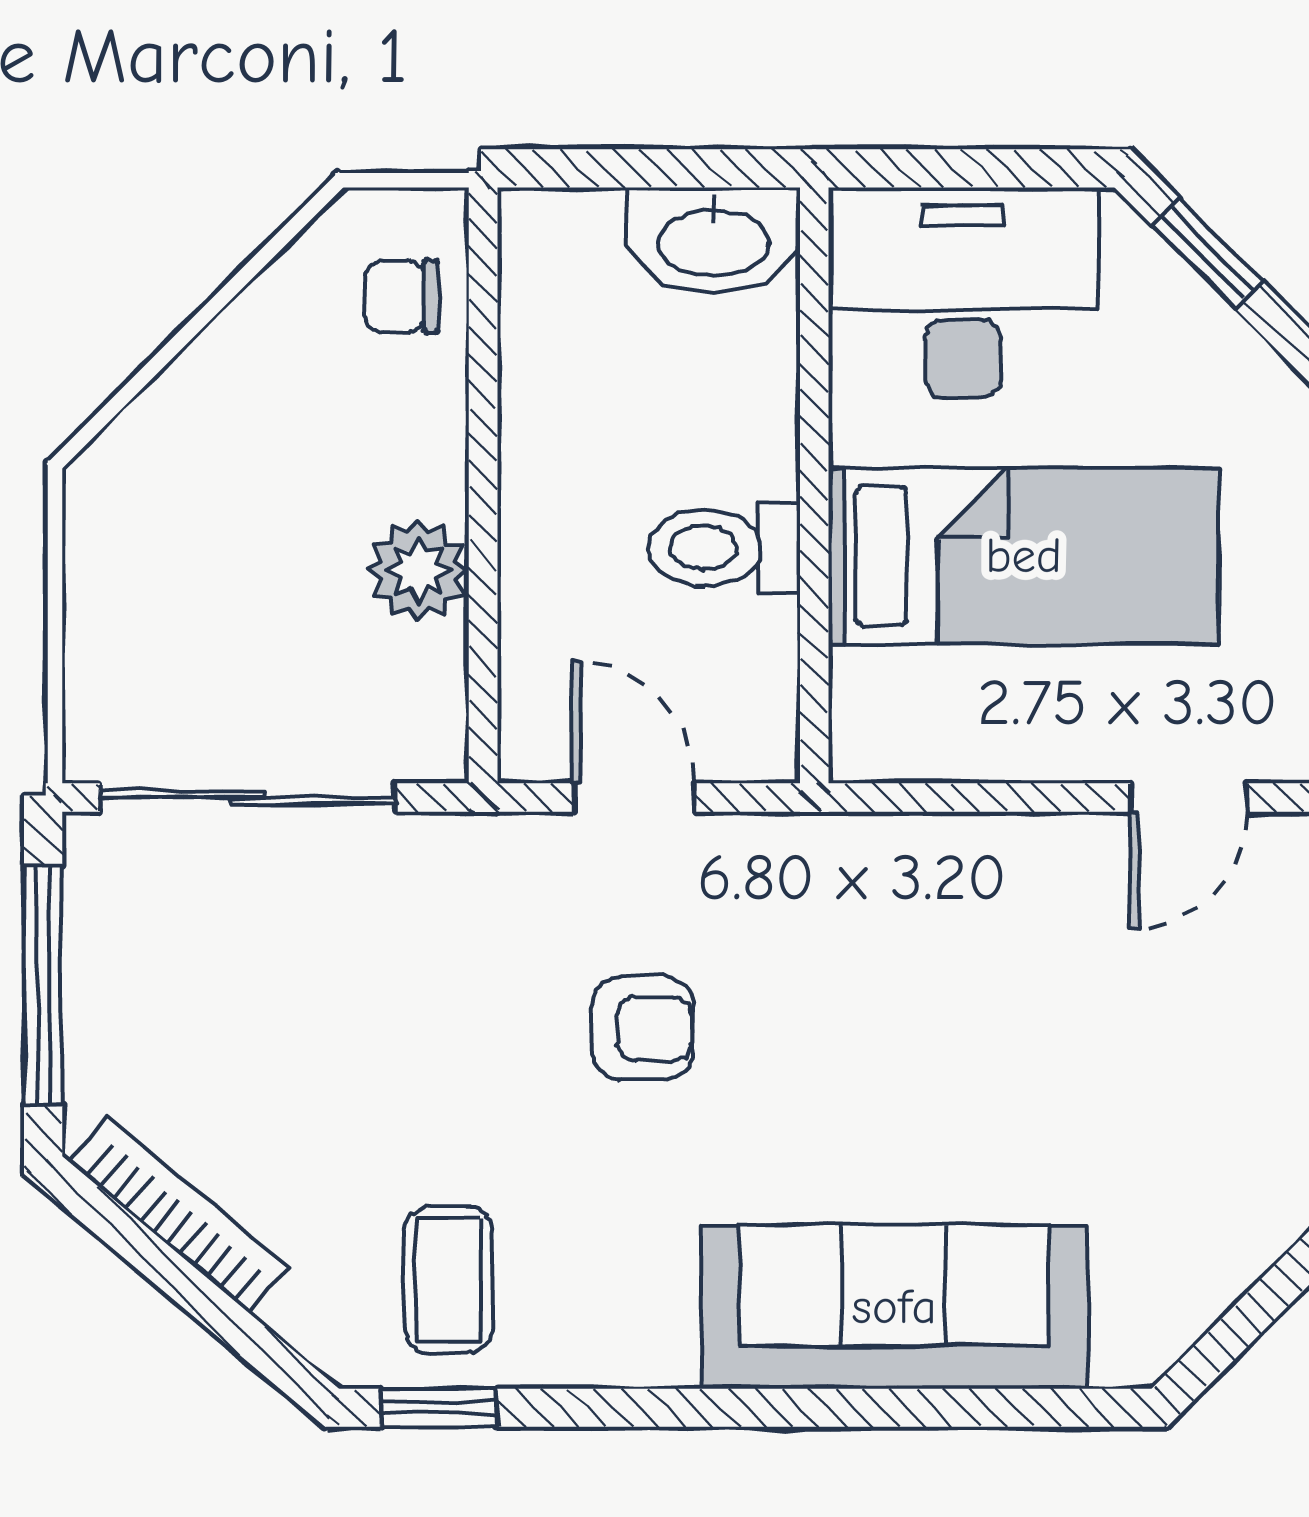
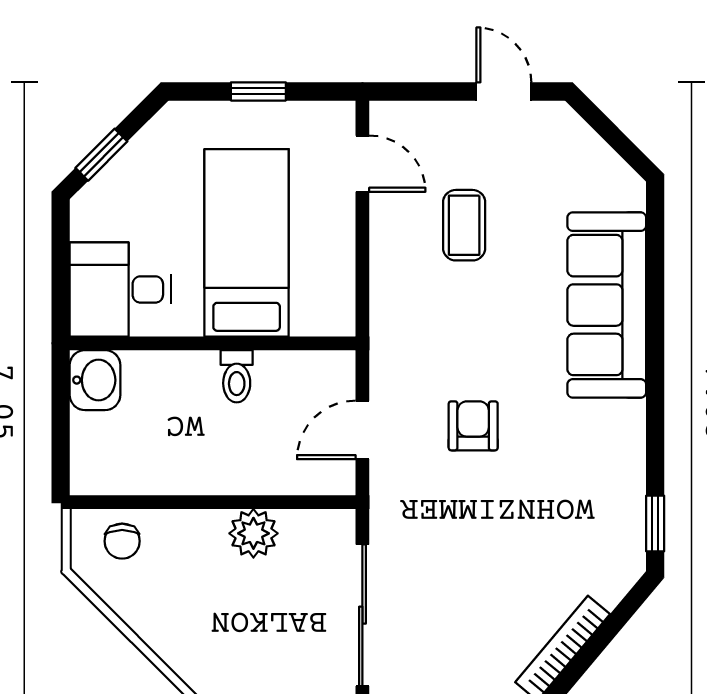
washbasin: (714, 240) -> (95, 380), width x0.72
desk: (963, 293) -> (120, 289), width x0.73
toilet: (724, 548) -> (237, 376), width x0.73, depth x0.72
coffee table: (448, 1280) -> (464, 225), moved, turned 90

